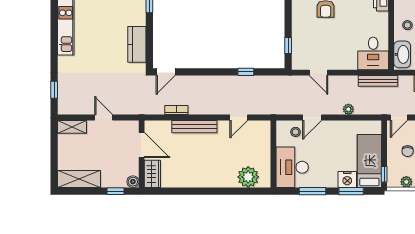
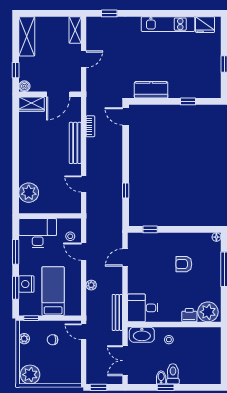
bed: (369, 161) -> (53, 291), moved, turned -90

